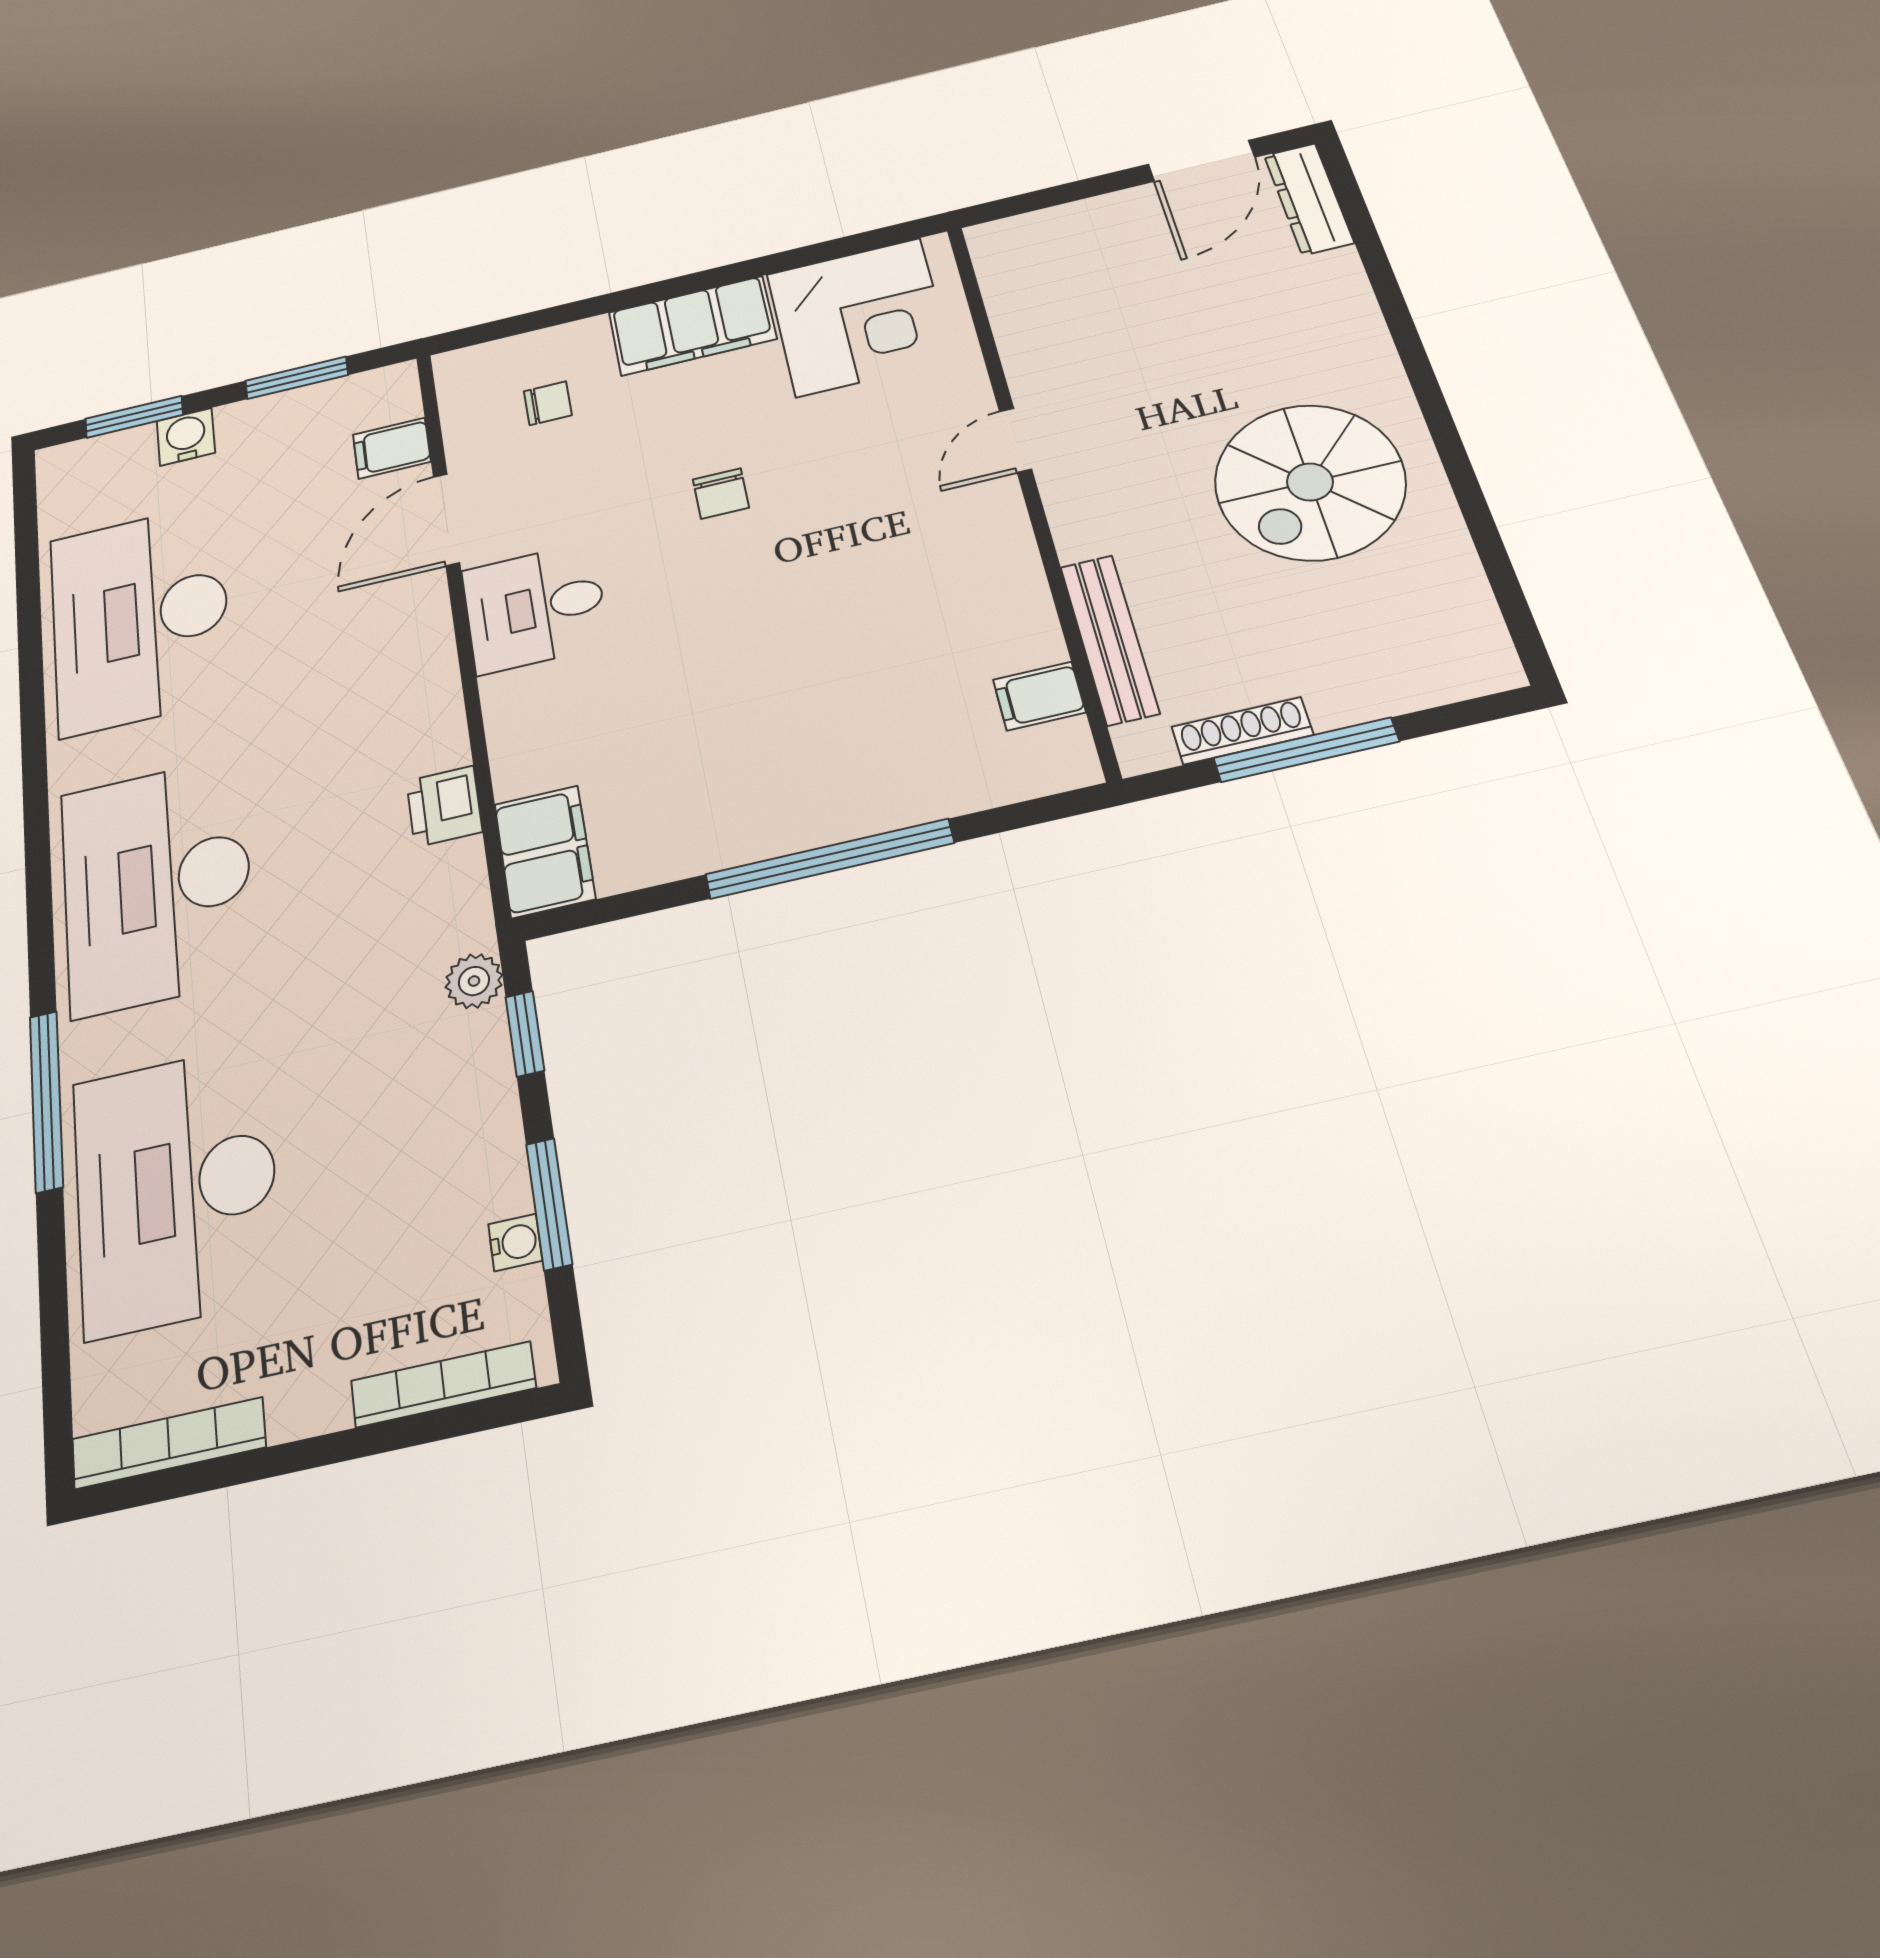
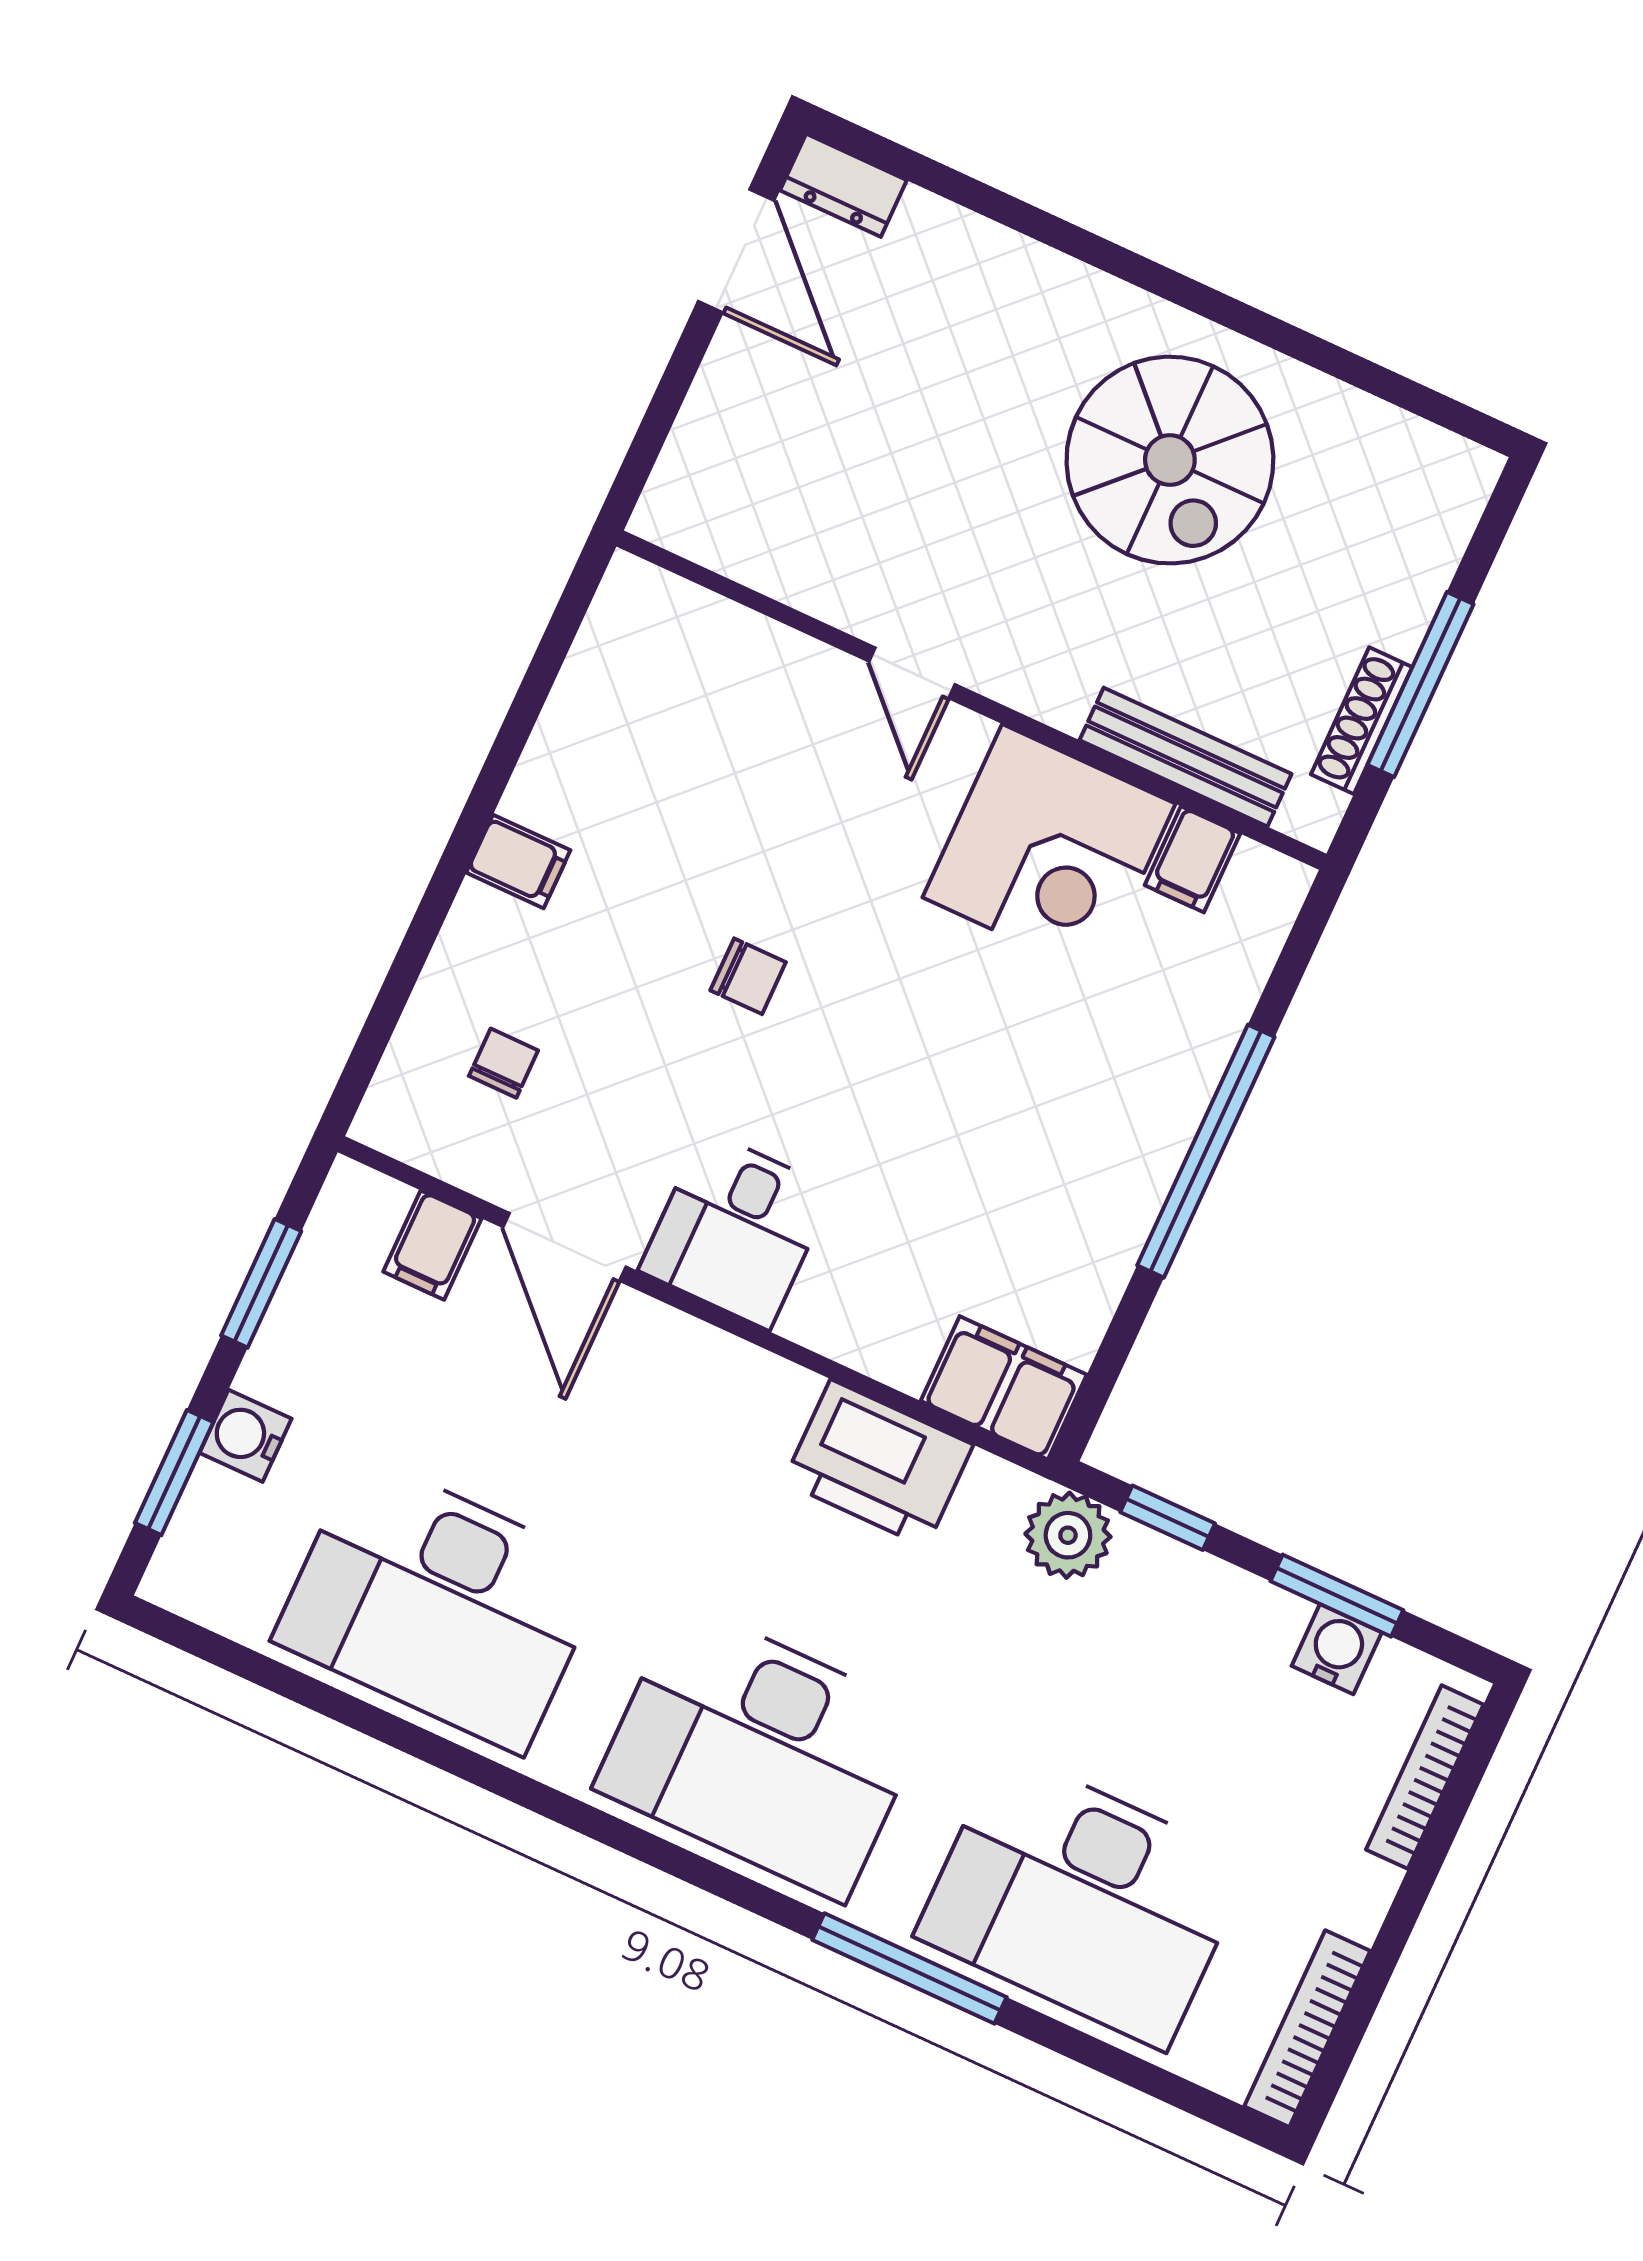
dresser: (1309, 199) -> (843, 185), width x0.70
corner desk: (859, 317) -> (1049, 851), moved, turned 90
filing cabinet: (692, 326) -> (518, 861), width x0.33, depth x0.86
printer: (444, 806) -> (878, 1463), width x1.87, depth x1.48
plant: (474, 981) -> (1068, 1535), width x1.38, depth x1.38
water cooler: (515, 1242) -> (1337, 1649), width x1.38, depth x1.38

